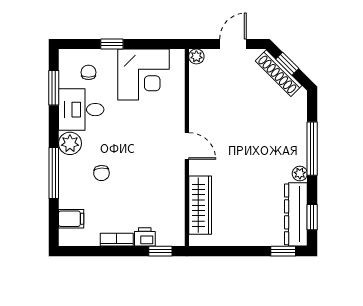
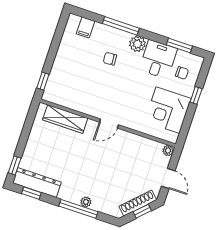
plant: (300, 174) -> (86, 202), moved
printer: (145, 237) -> (56, 74), removed
bookcase: (117, 240) -> (61, 54), removed

